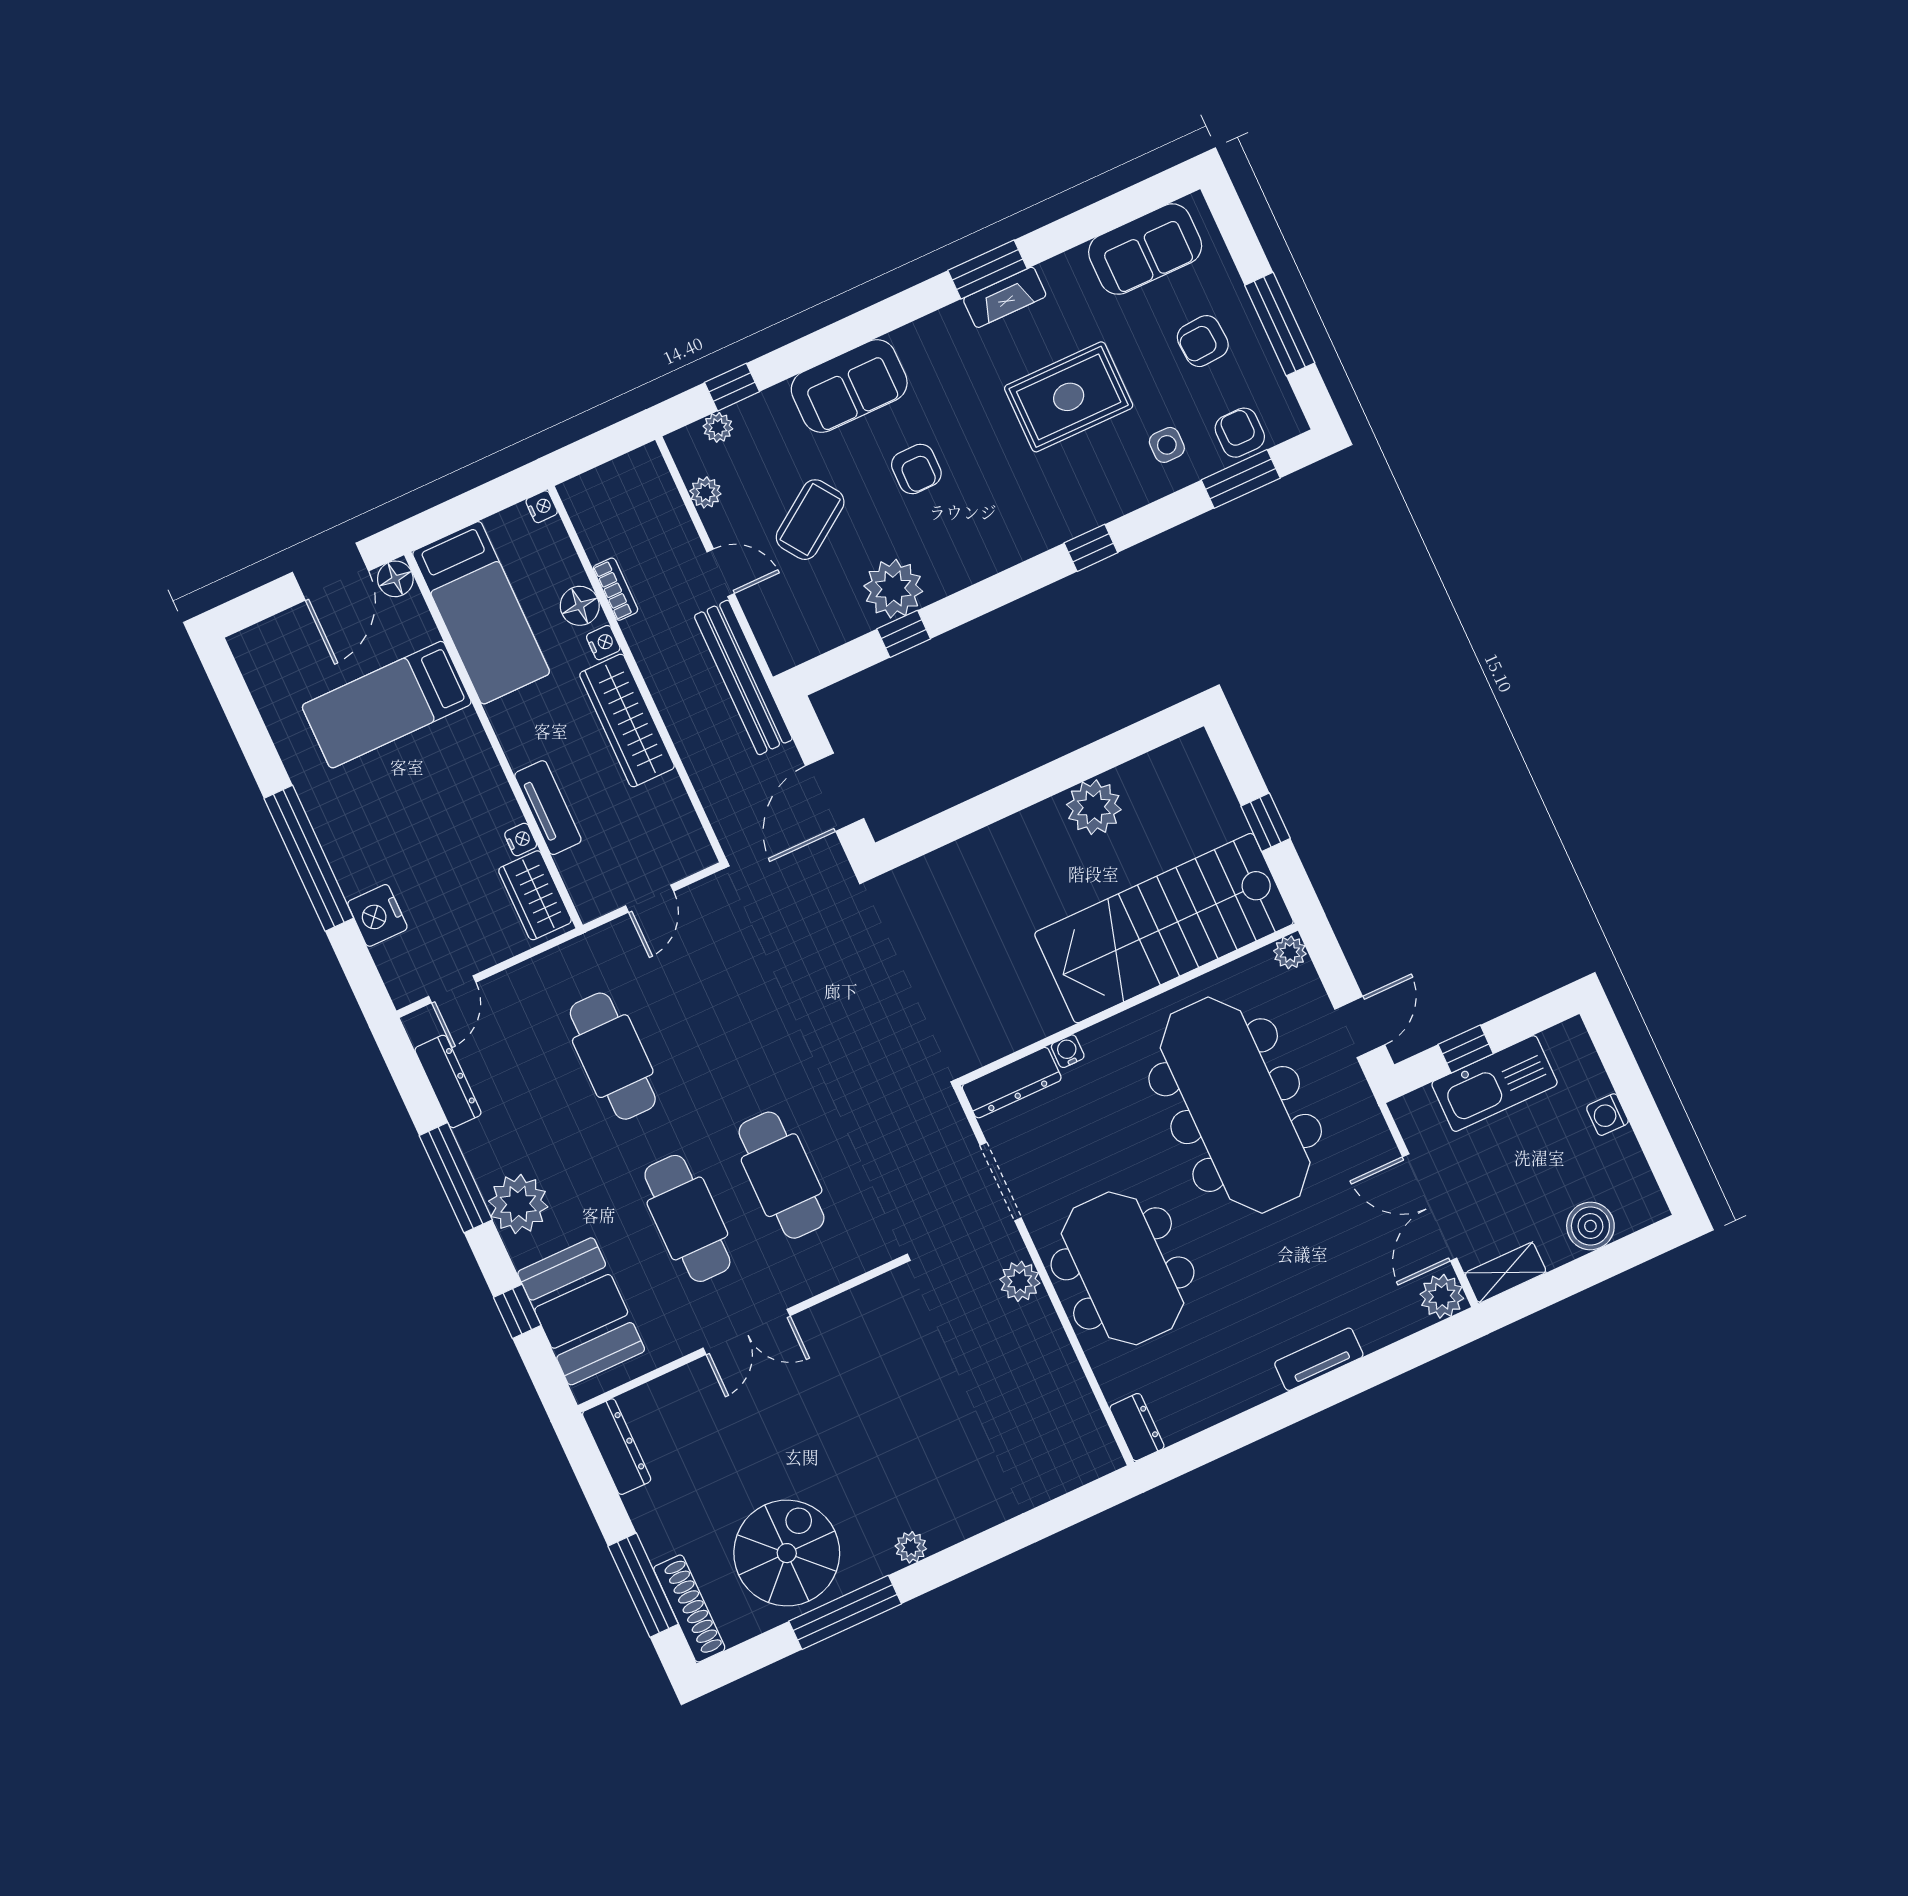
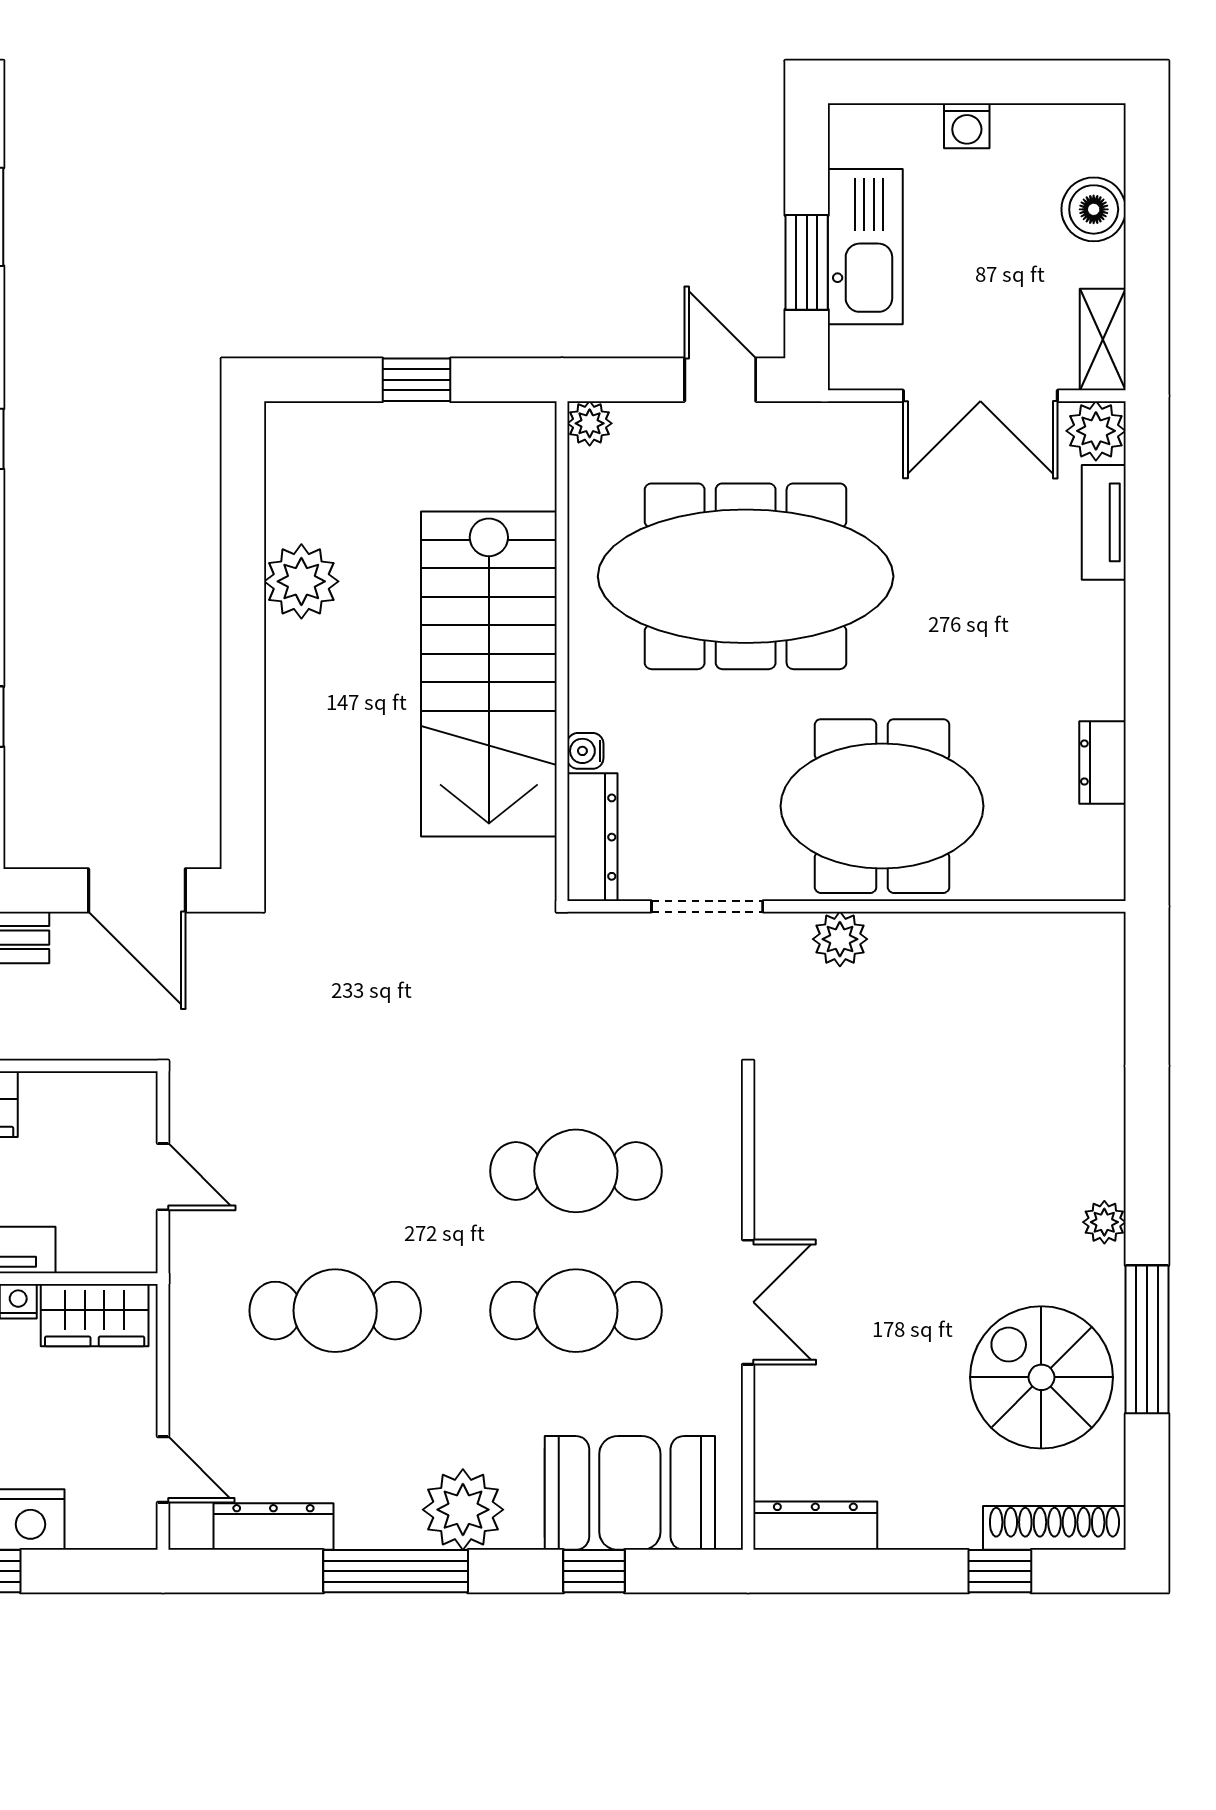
stairs: (1164, 928) -> (489, 674), moved
window: (1466, 1049) -> (807, 262), width x1.50
tv unit: (1319, 1359) -> (1104, 522), moved
dresser: (1137, 1427) -> (1103, 762), moved, turned -90
window: (643, 1585) -> (1000, 1571), width x0.46

